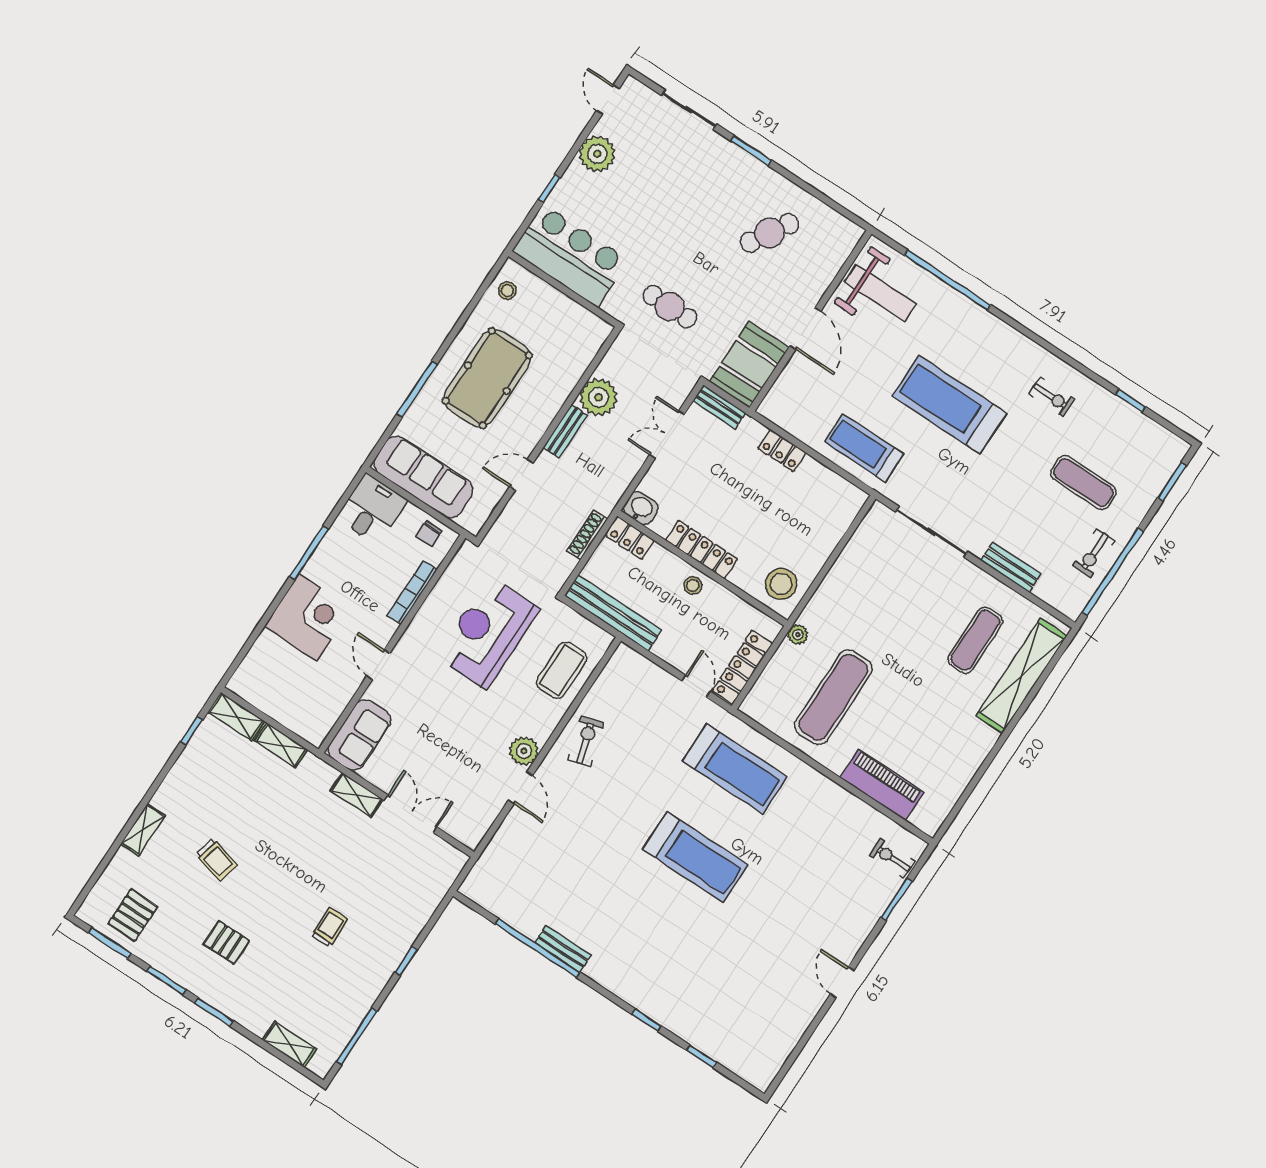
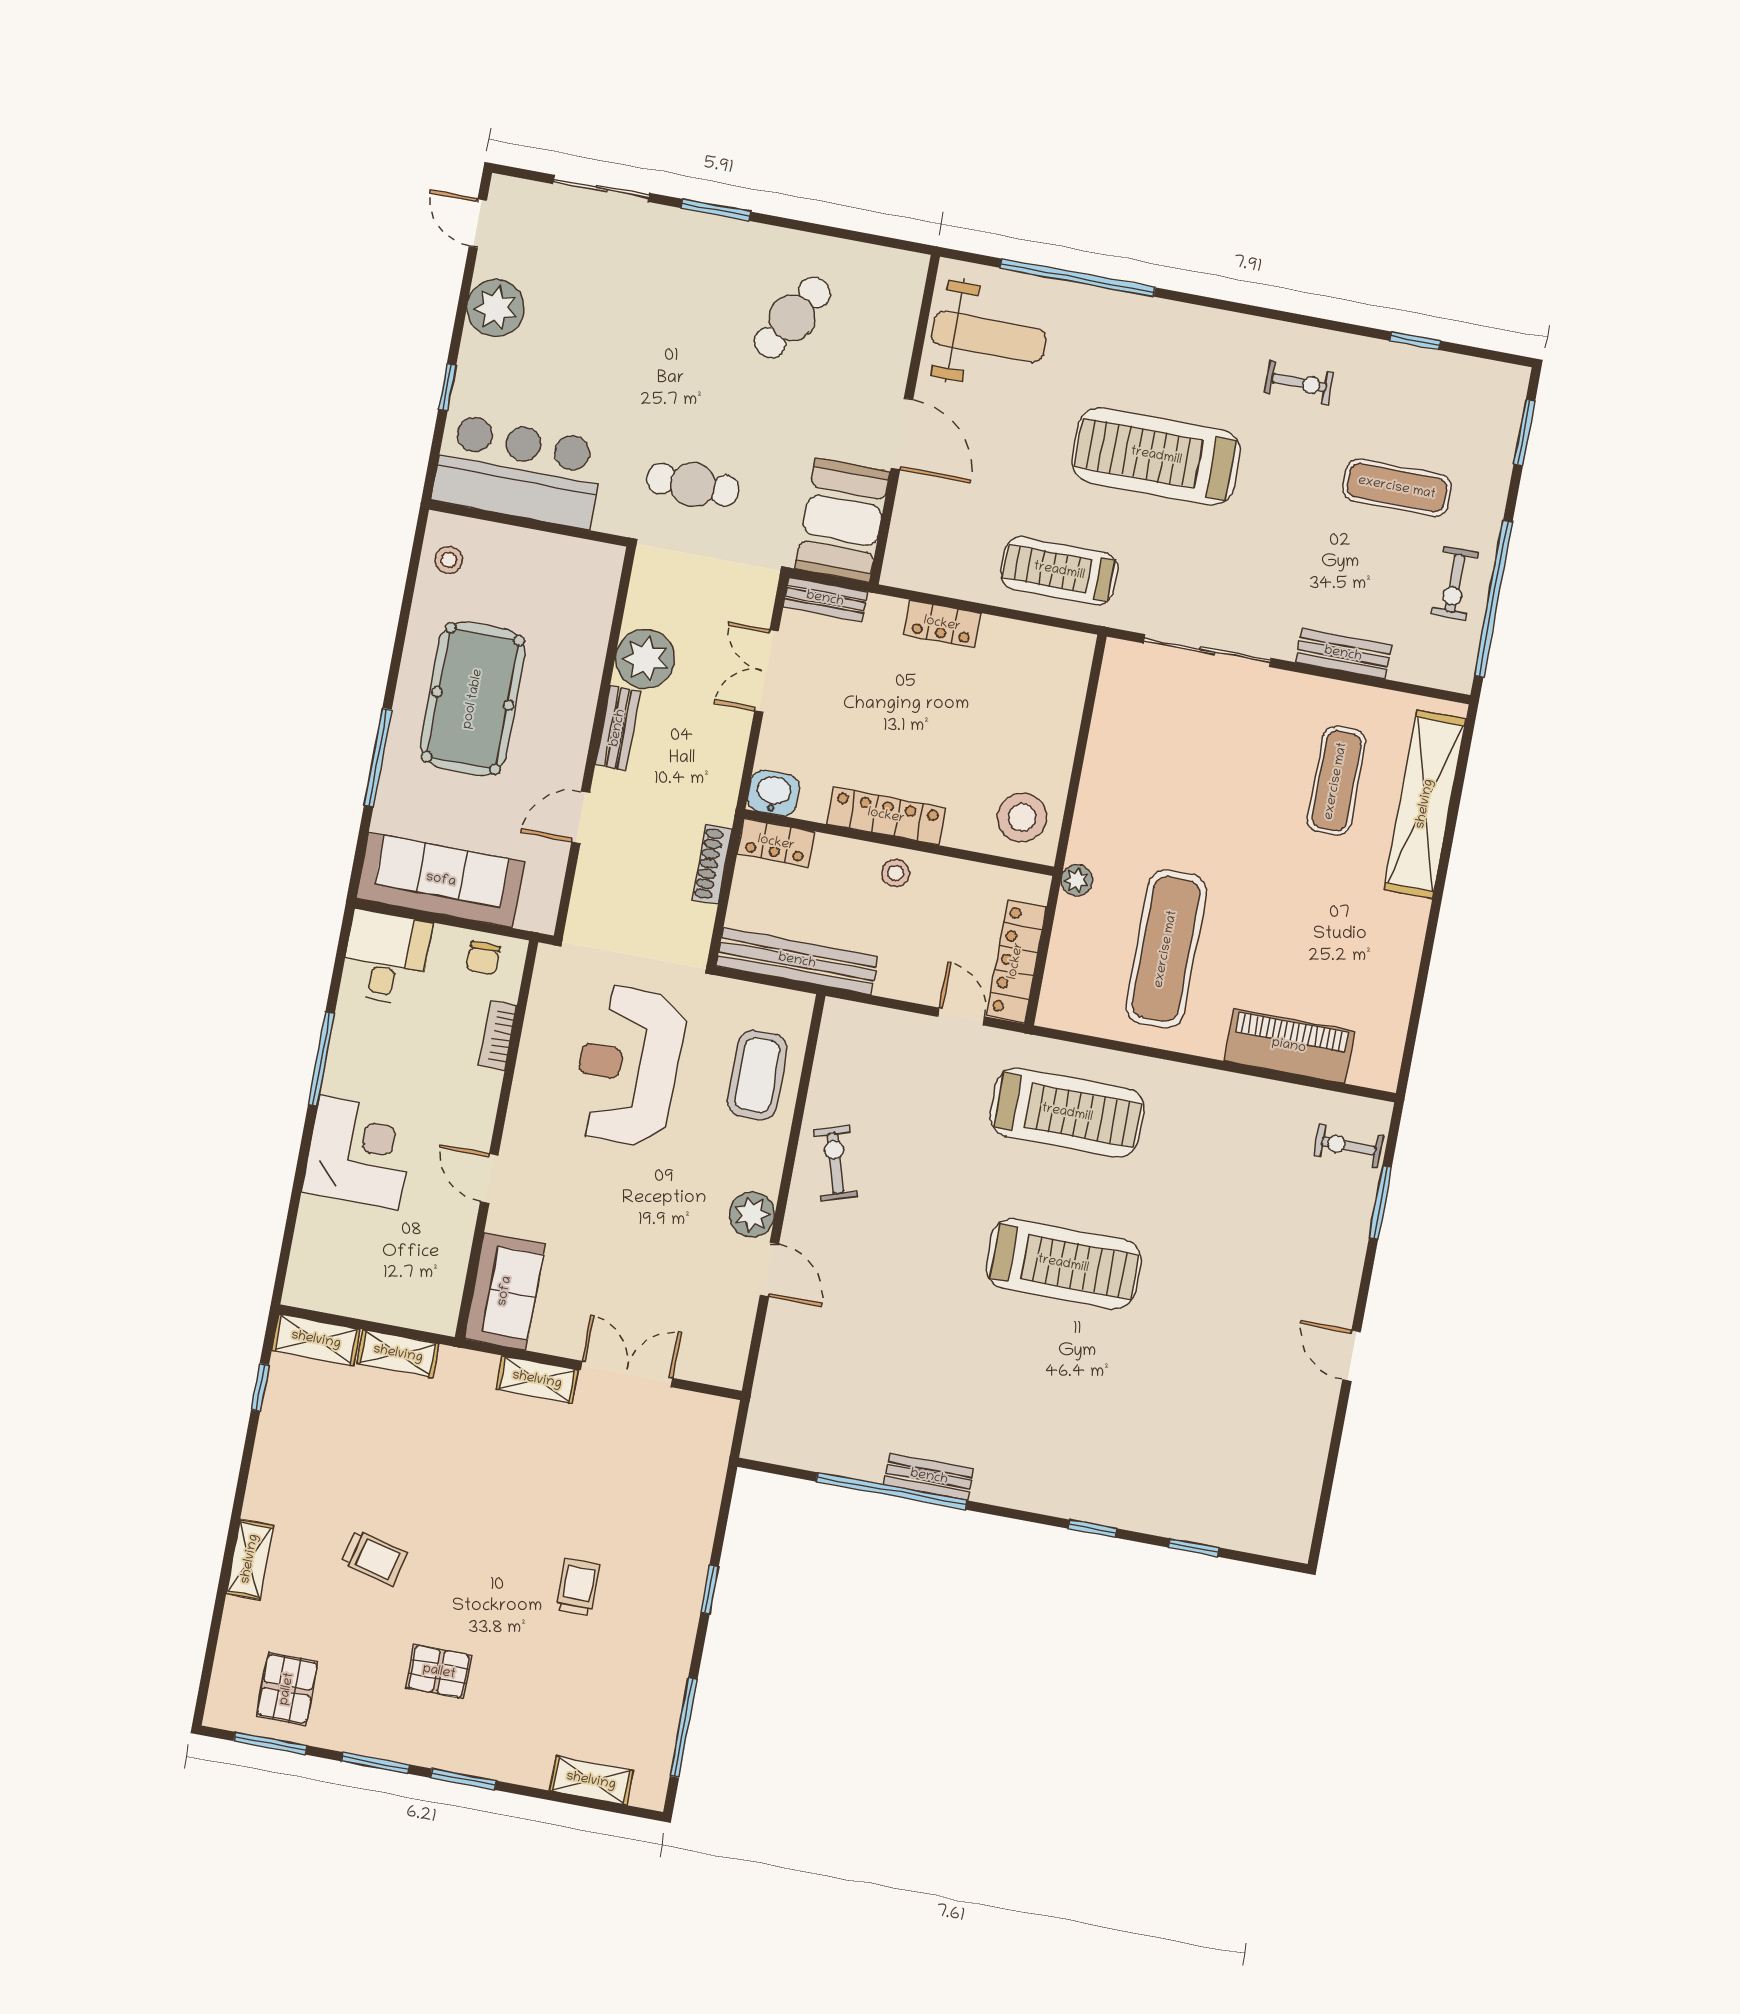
bookcase: (412, 592) -> (498, 1035), width x0.64

